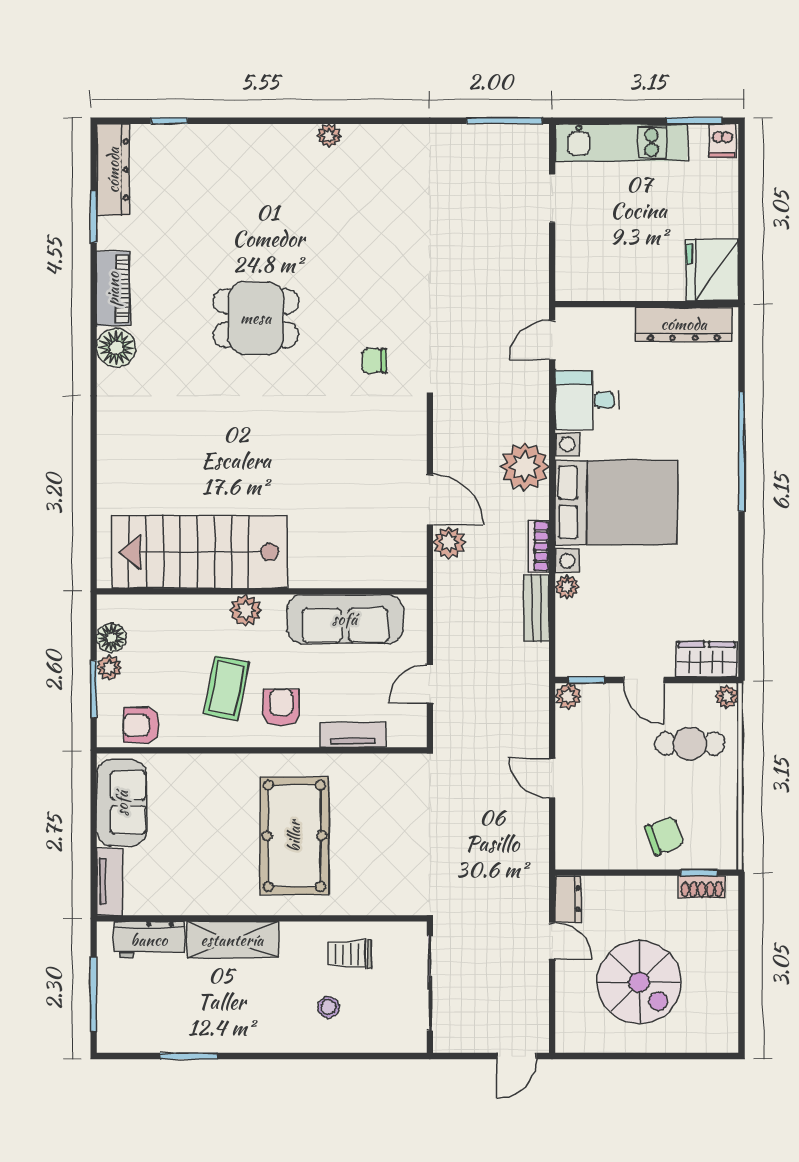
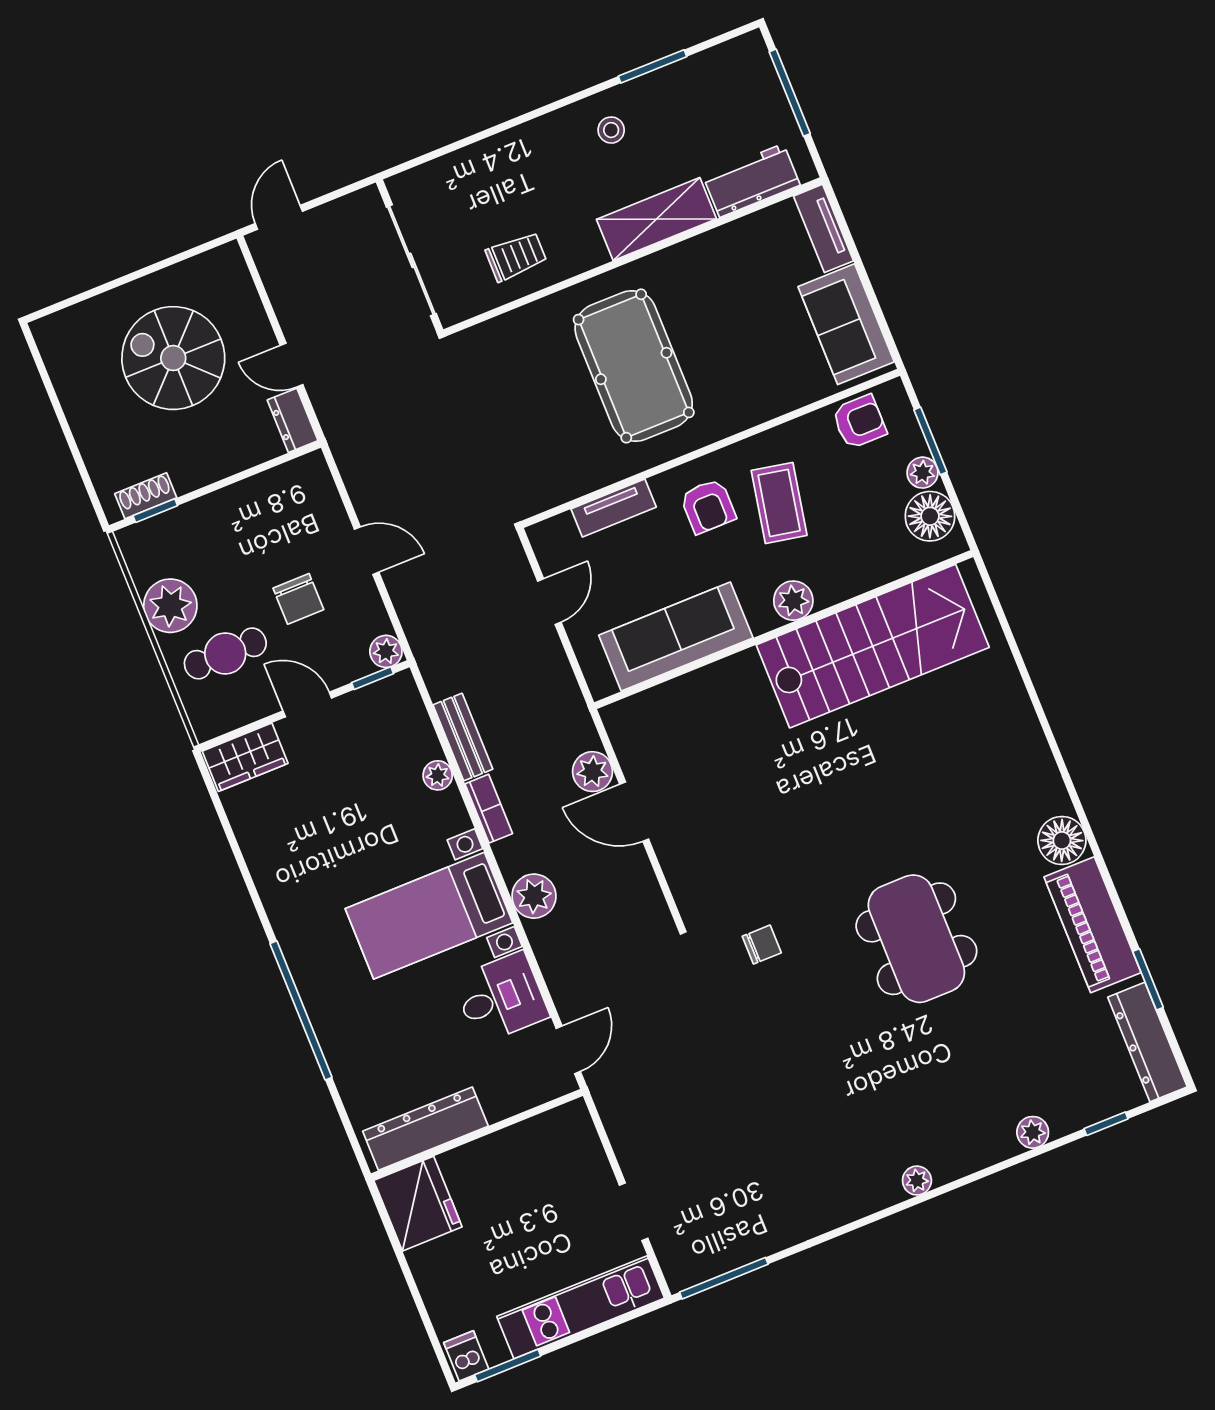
plant: (227, 137) -> (1033, 1132), added
piano: (113, 289) -> (1092, 925), width x1.37, depth x1.33
dining table: (256, 318) -> (916, 939), width x1.38
plant: (525, 467) -> (534, 896), width x0.73, depth x0.73
bed with nightstands: (616, 502) -> (429, 916), width x0.73
floor lamp: (111, 638) -> (930, 516), width x1.38, depth x1.38
plant: (727, 697) -> (170, 606), moved, width x1.87, depth x1.87
chair: (664, 836) -> (298, 599), moved, turned -69
stool: (329, 1007) -> (611, 130), moved

